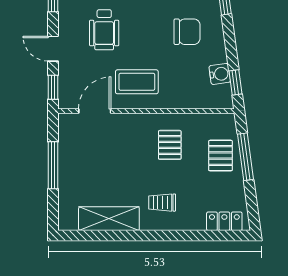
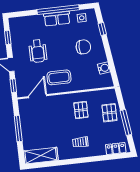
window: (235, 82) -> (113, 72), removed
window: (245, 157) -> (126, 122), moved
shelving: (109, 219) -> (41, 156), moved

